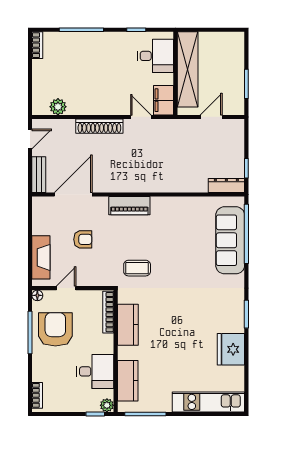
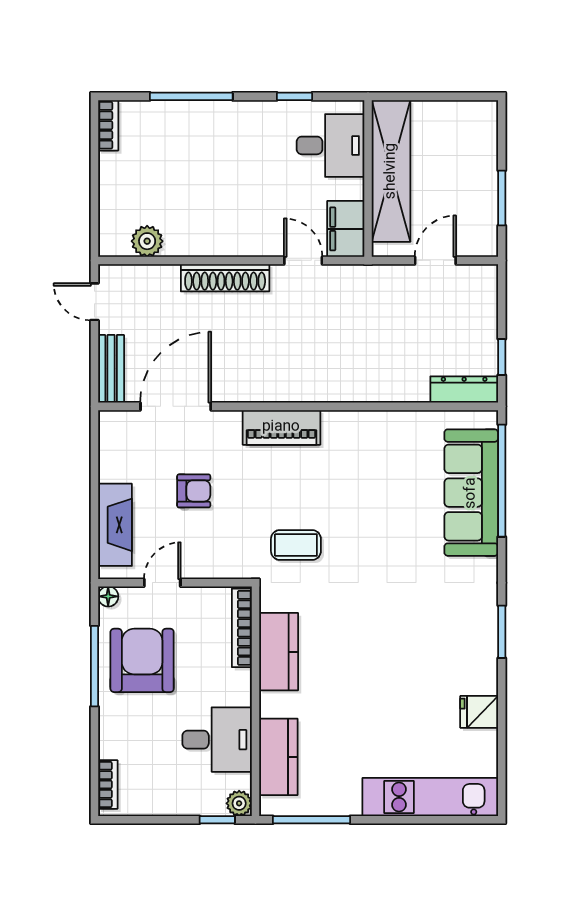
door: (30, 139) -> (94, 302), swing flipped
fridge: (231, 349) -> (479, 712), width x0.53, depth x0.75

